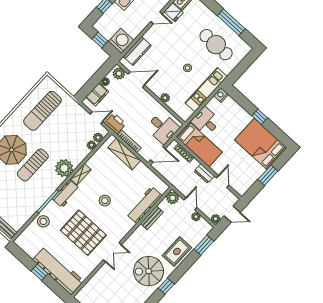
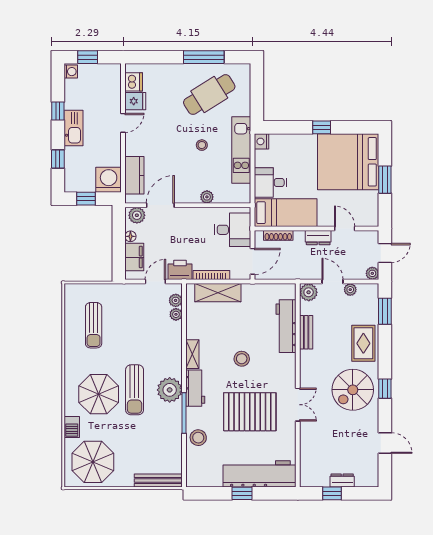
cafe table: (216, 45) -> (209, 95), turned -32
sun lounger: (42, 111) -> (94, 325), width x0.73, depth x0.75
bed: (261, 144) -> (348, 162), width x1.36
plant: (64, 168) -> (170, 390), moved

